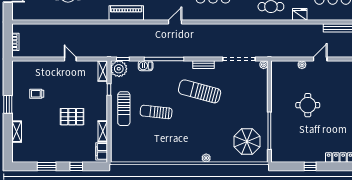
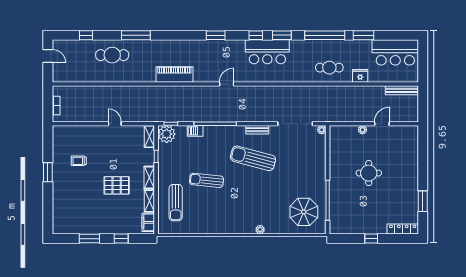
sun lounger: (124, 109) -> (176, 203), moved
shelving: (17, 132) -> (149, 177), moved

